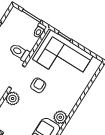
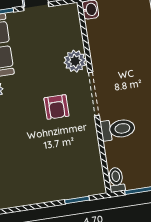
corner sofa: (63, 58) -> (56, 171), removed

